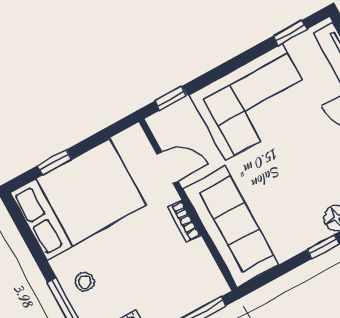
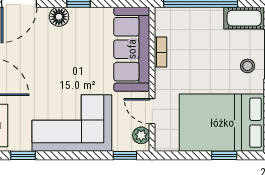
plant: (165, 132) -> (141, 135), added
bookcase: (184, 221) -> (160, 52), moved

